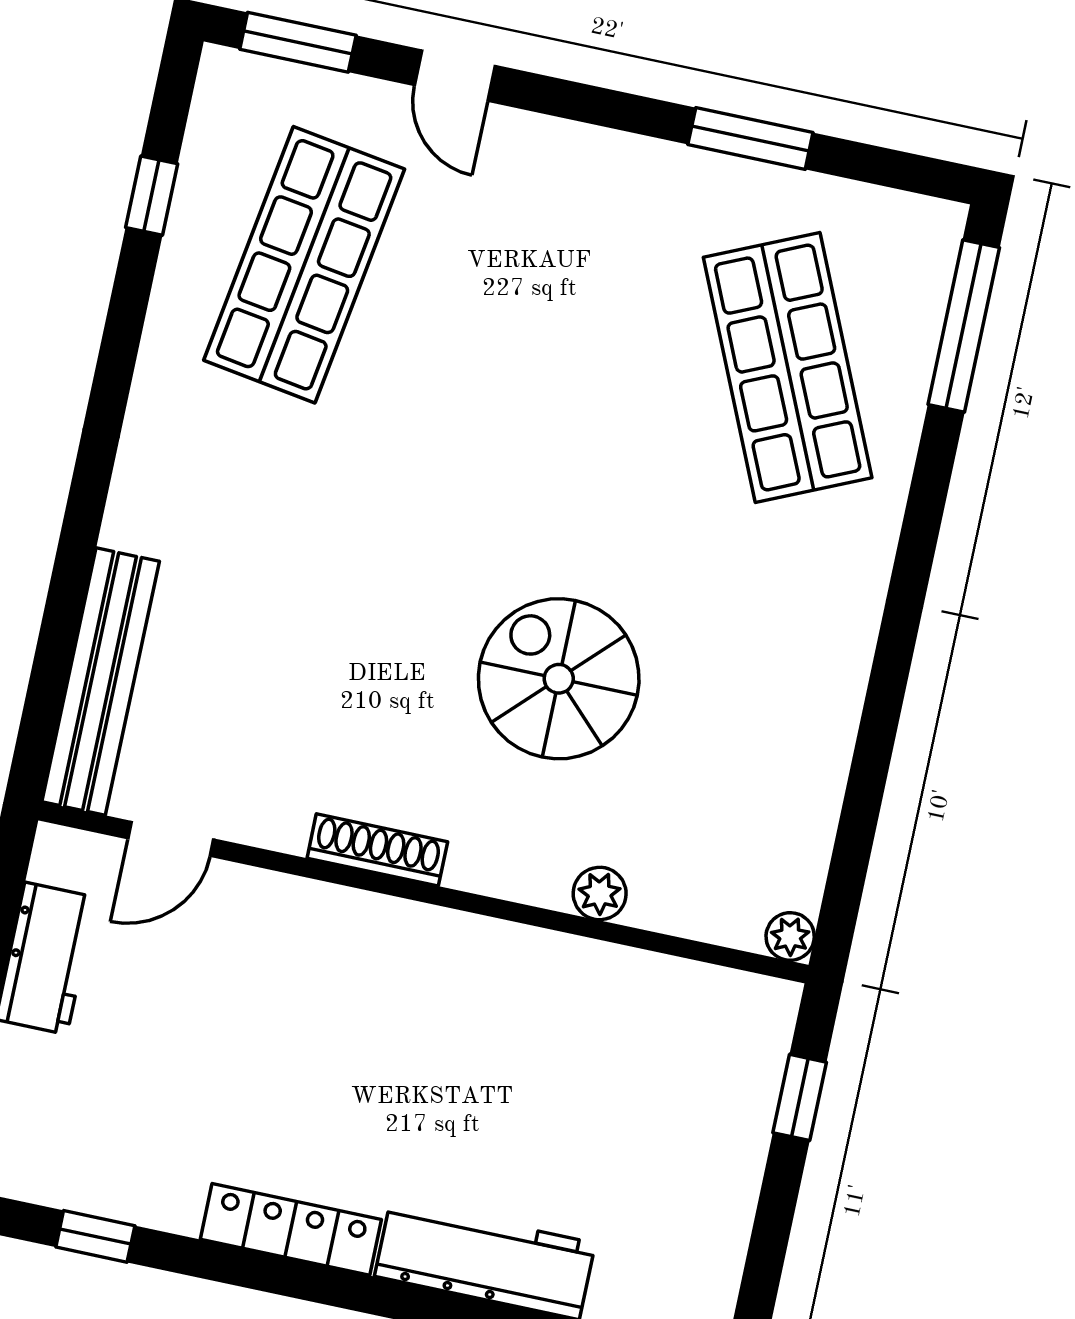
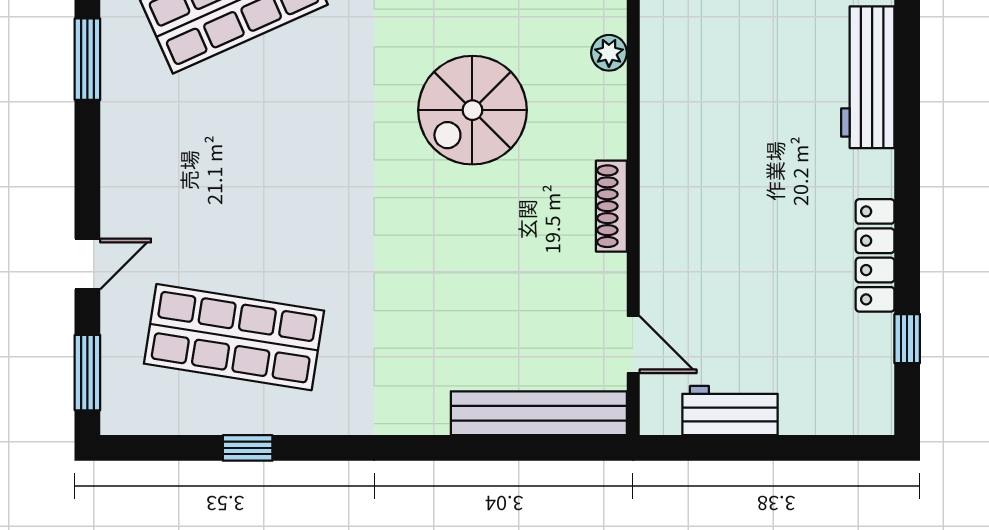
window: (152, 196) -> (248, 448), moved
locker: (291, 1229) -> (875, 255), moved

